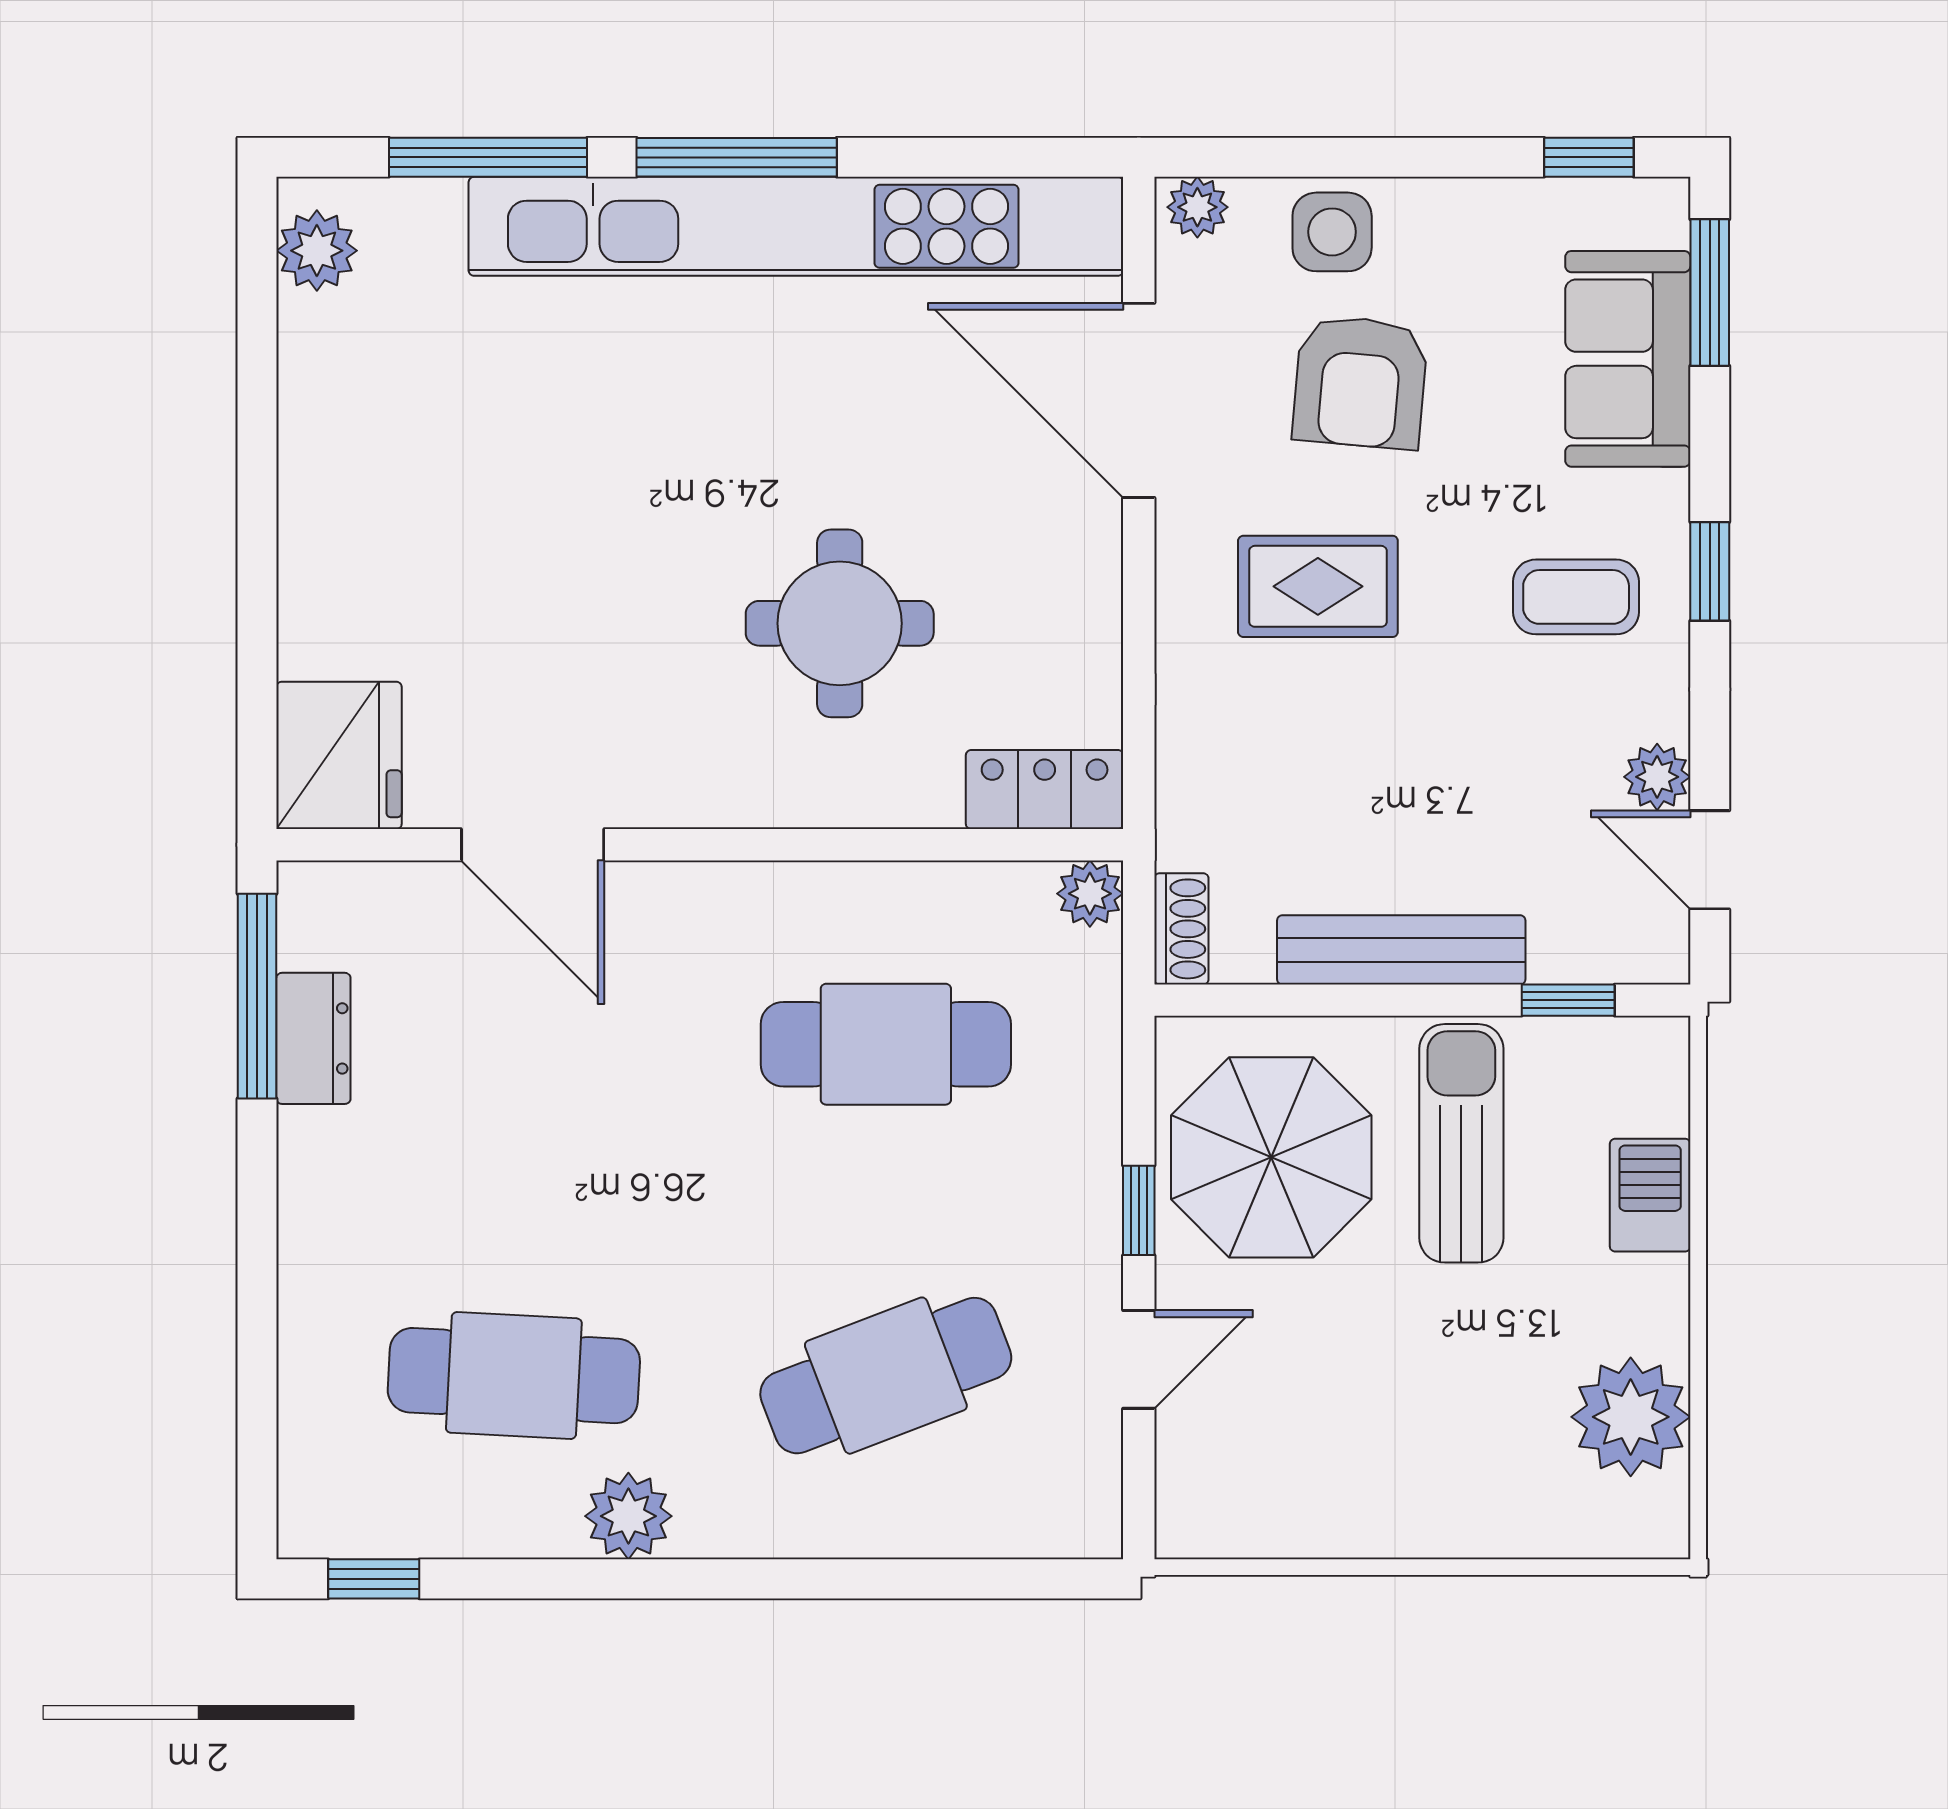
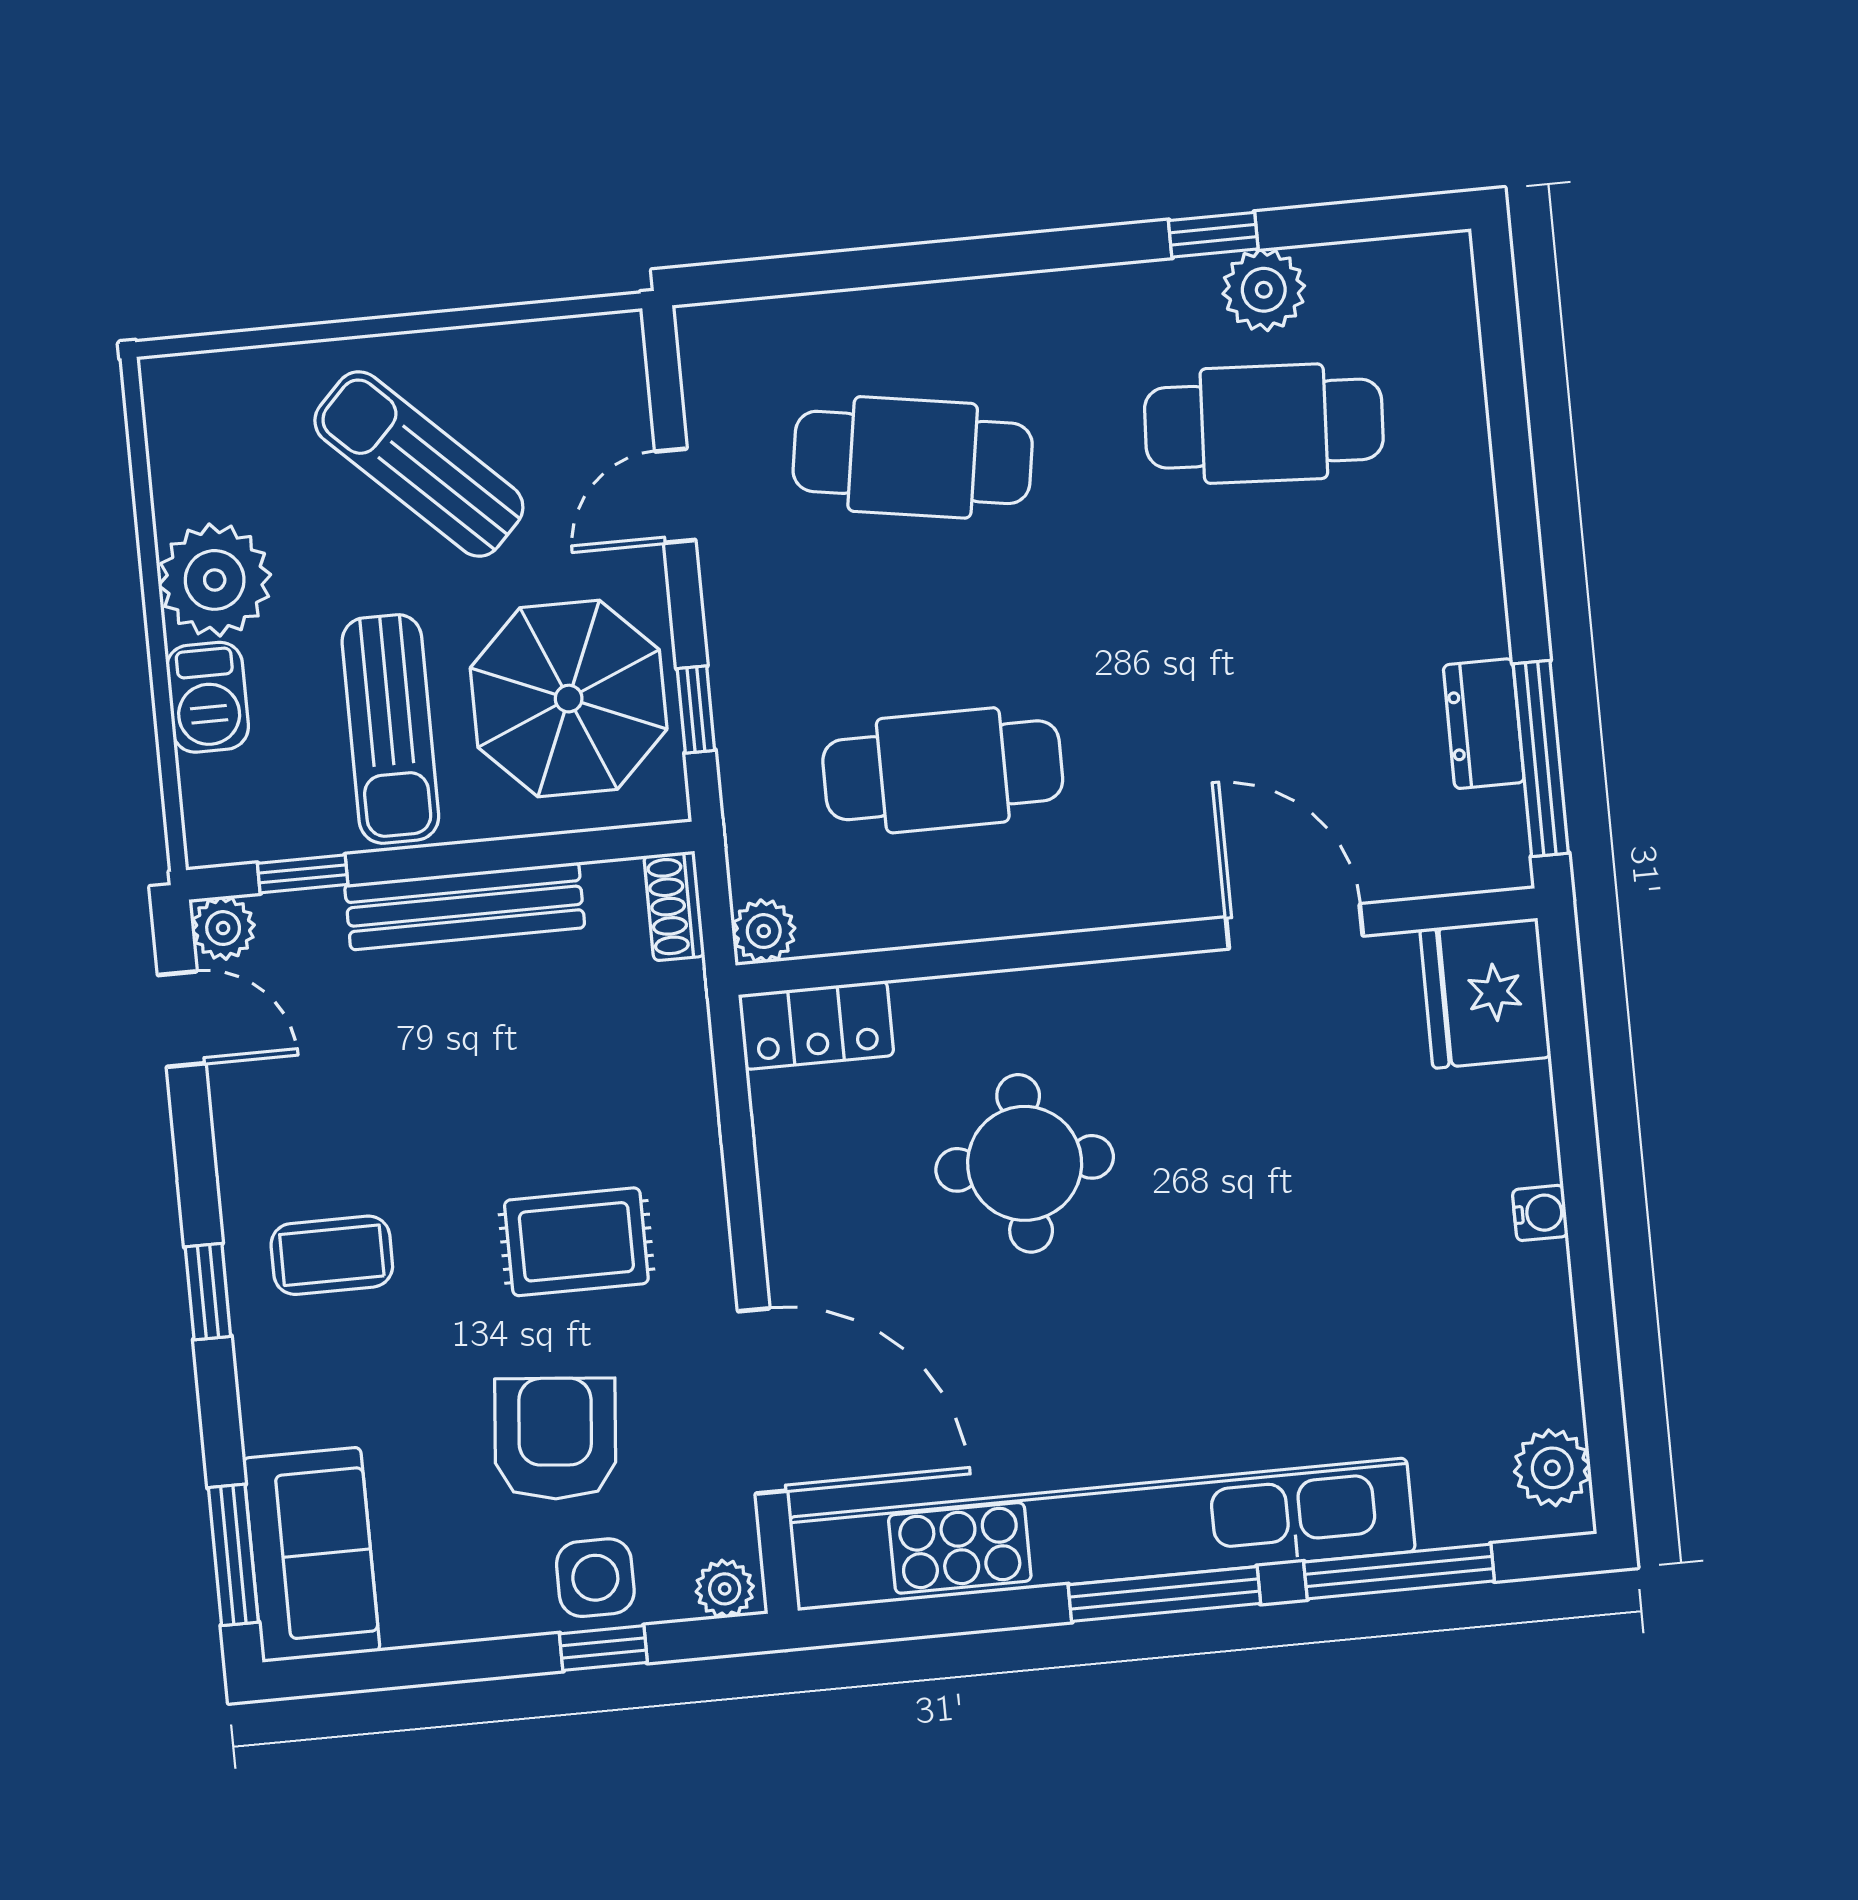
window: (1589, 157) -> (603, 1648), moved
sofa: (1628, 359) -> (311, 1555), moved
water cooler: (304, 519) -> (1540, 1213), added
plant: (1657, 777) -> (223, 928), moved
window: (1139, 1210) -> (696, 709), moved
cafe table: (886, 1376) -> (913, 457), turned 30
plant: (1631, 1417) -> (215, 580), moved
sun lounger: (1405, 1419) -> (419, 464), added
plant: (628, 1516) -> (1264, 290), moved
window: (374, 1579) -> (1213, 235), moved

